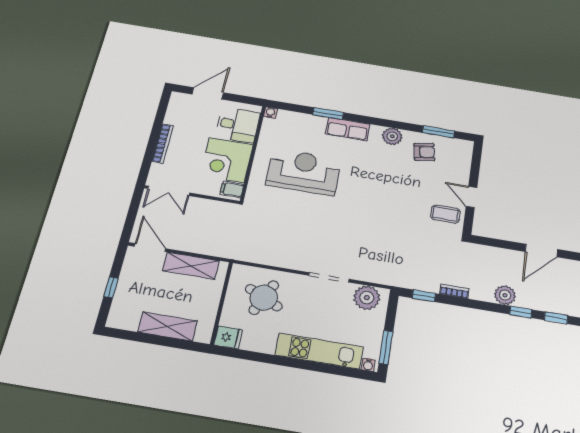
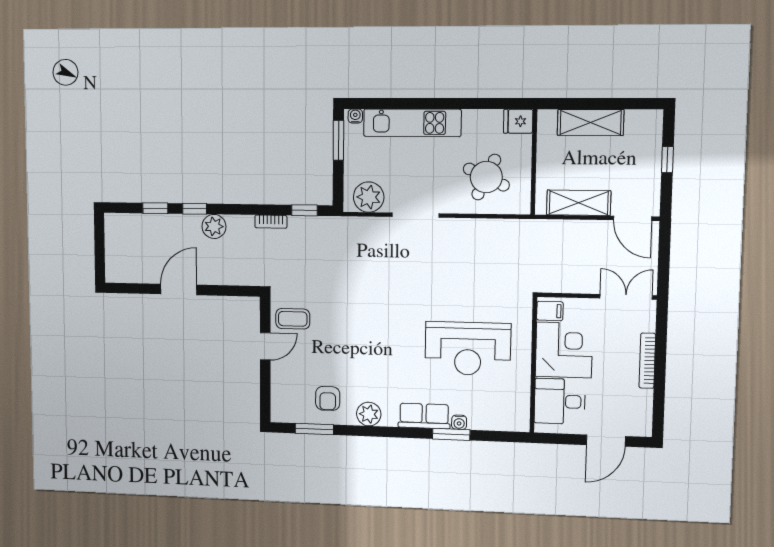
water cooler: (270, 113) -> (459, 422), moved
armchair: (424, 152) -> (328, 398), turned -80
door: (472, 197) -> (265, 346), hinge flipped

